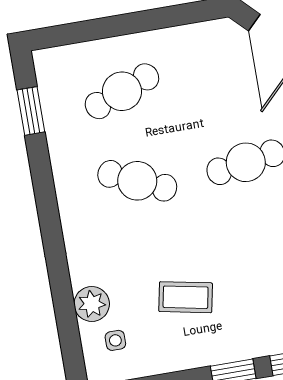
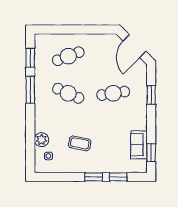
window: (44, 188) -> (30, 90), added

